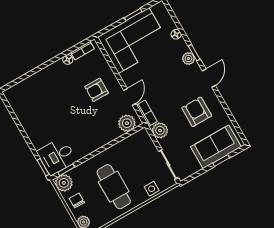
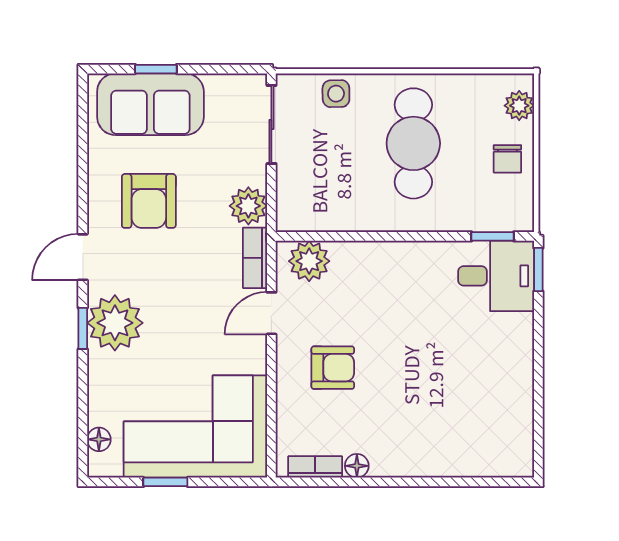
floor lamp: (176, 34) -> (99, 439), moved
plant: (188, 59) -> (115, 323), width x1.87, depth x1.87
plant: (64, 183) -> (514, 211), removed

